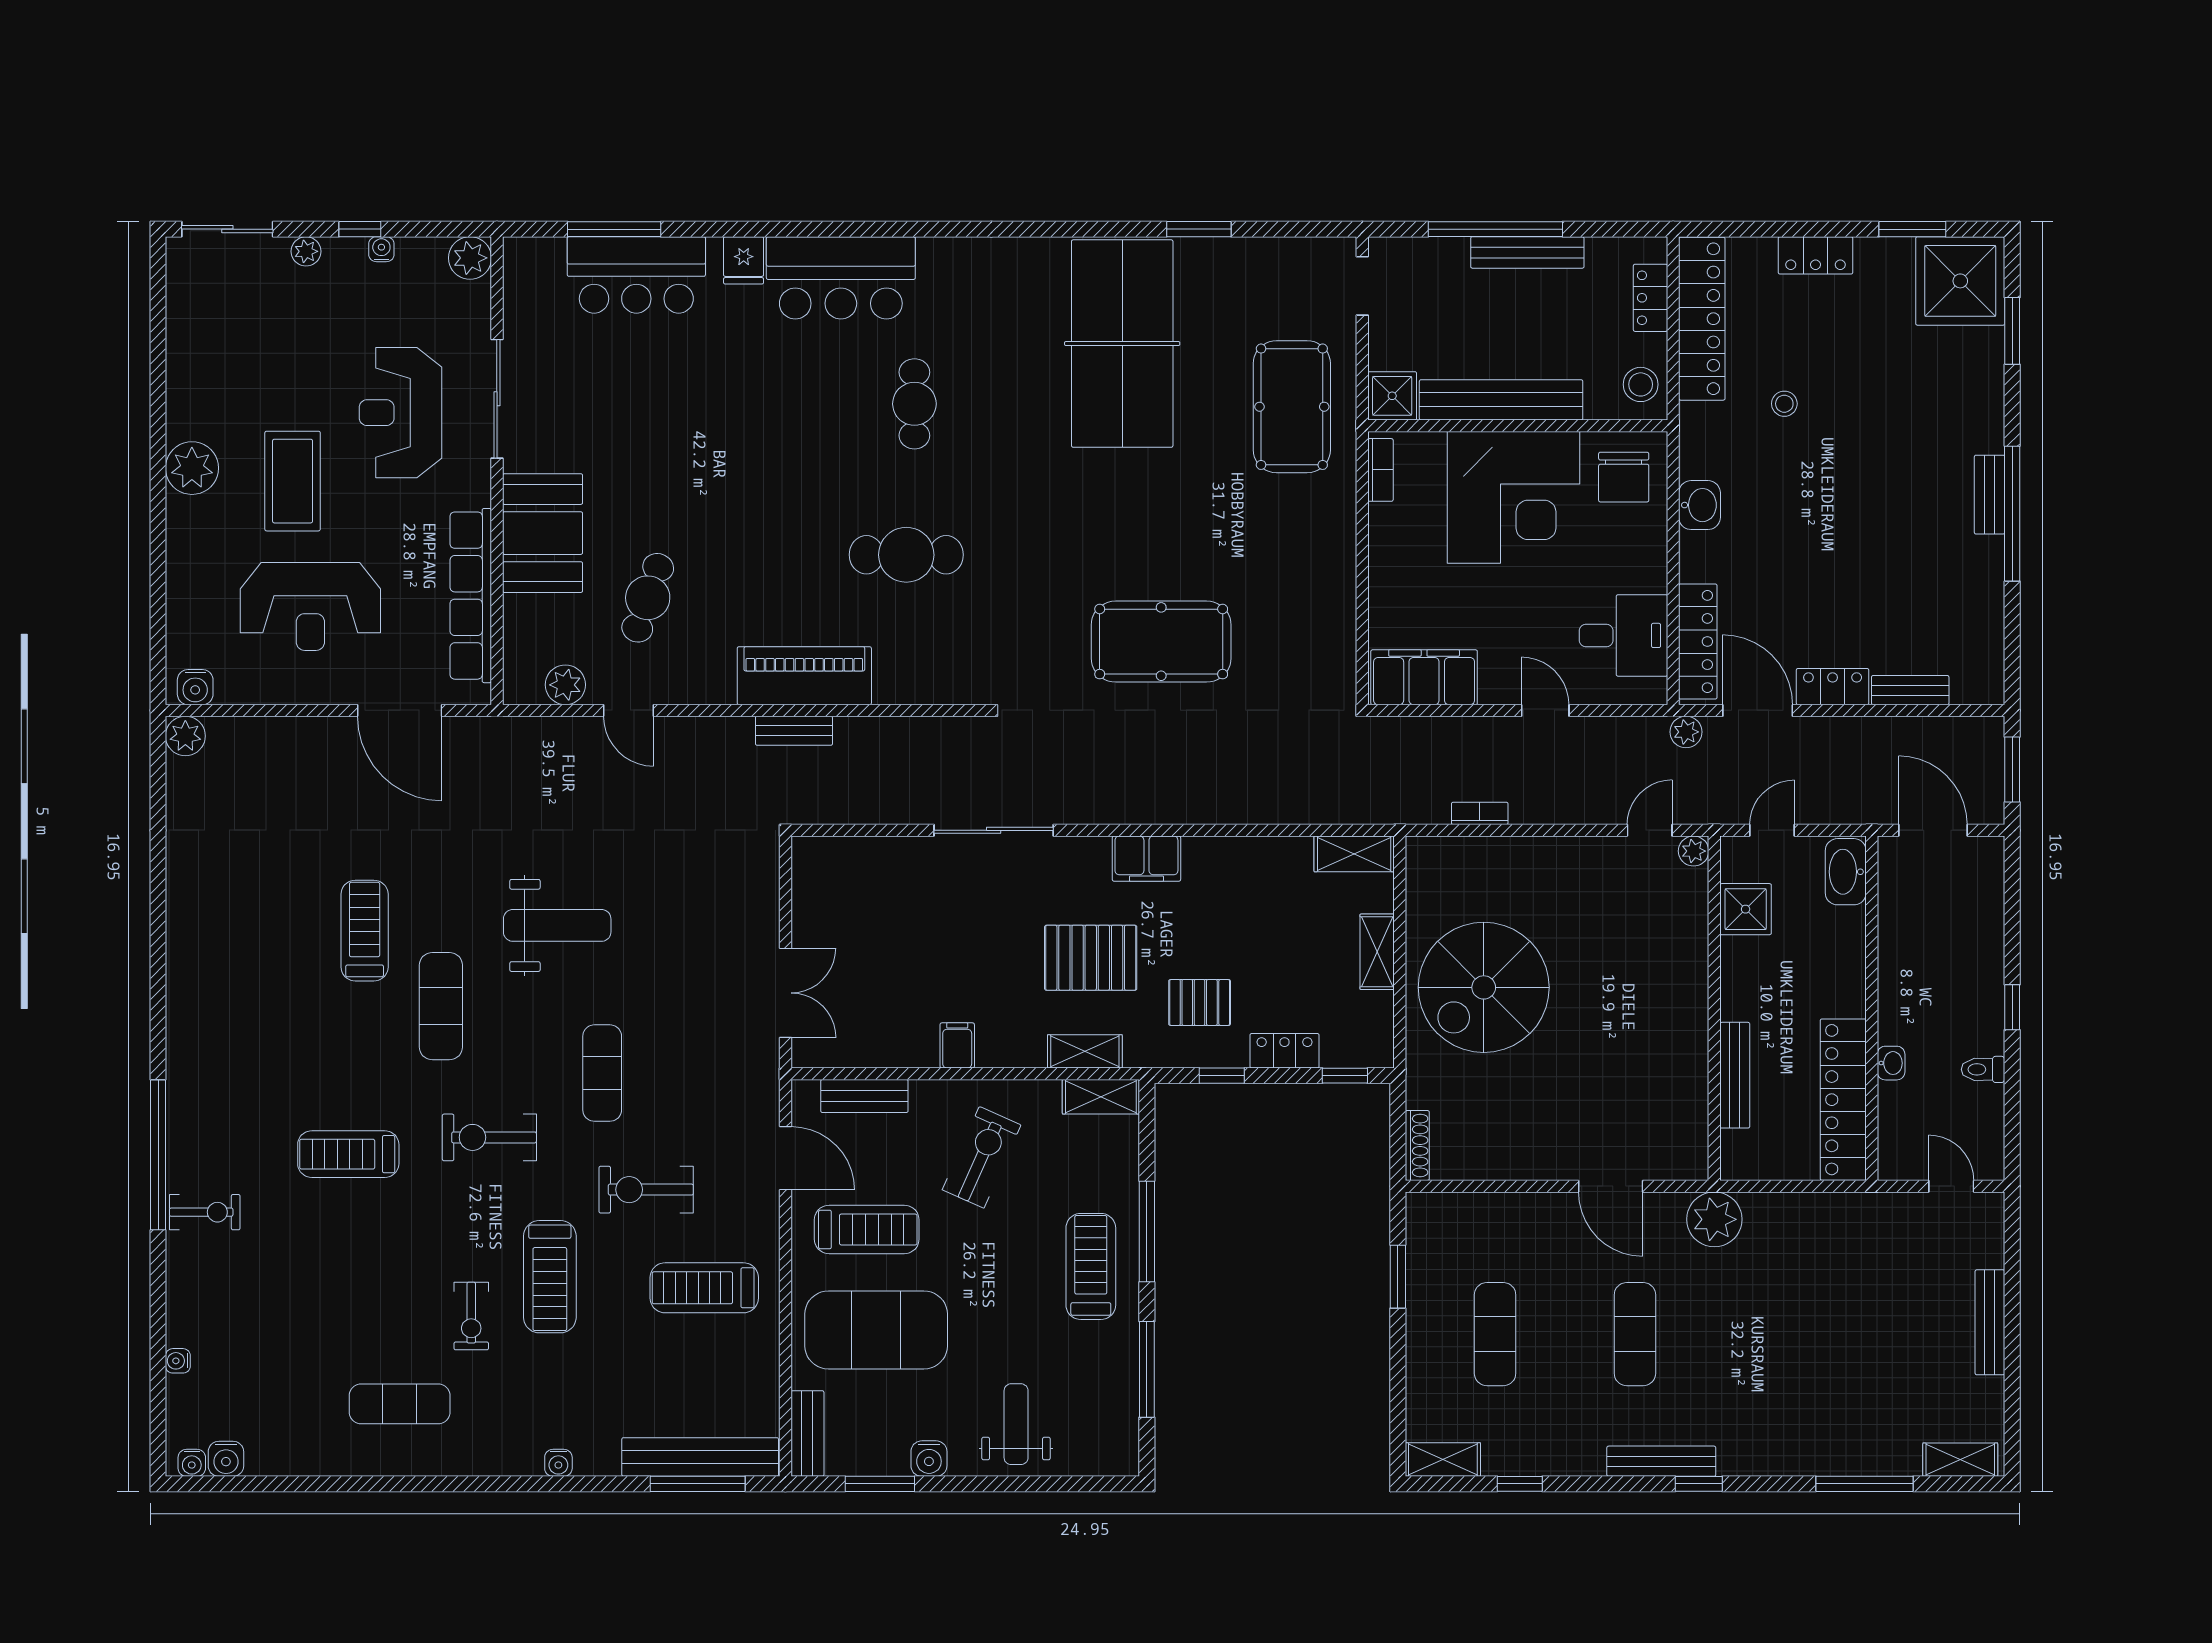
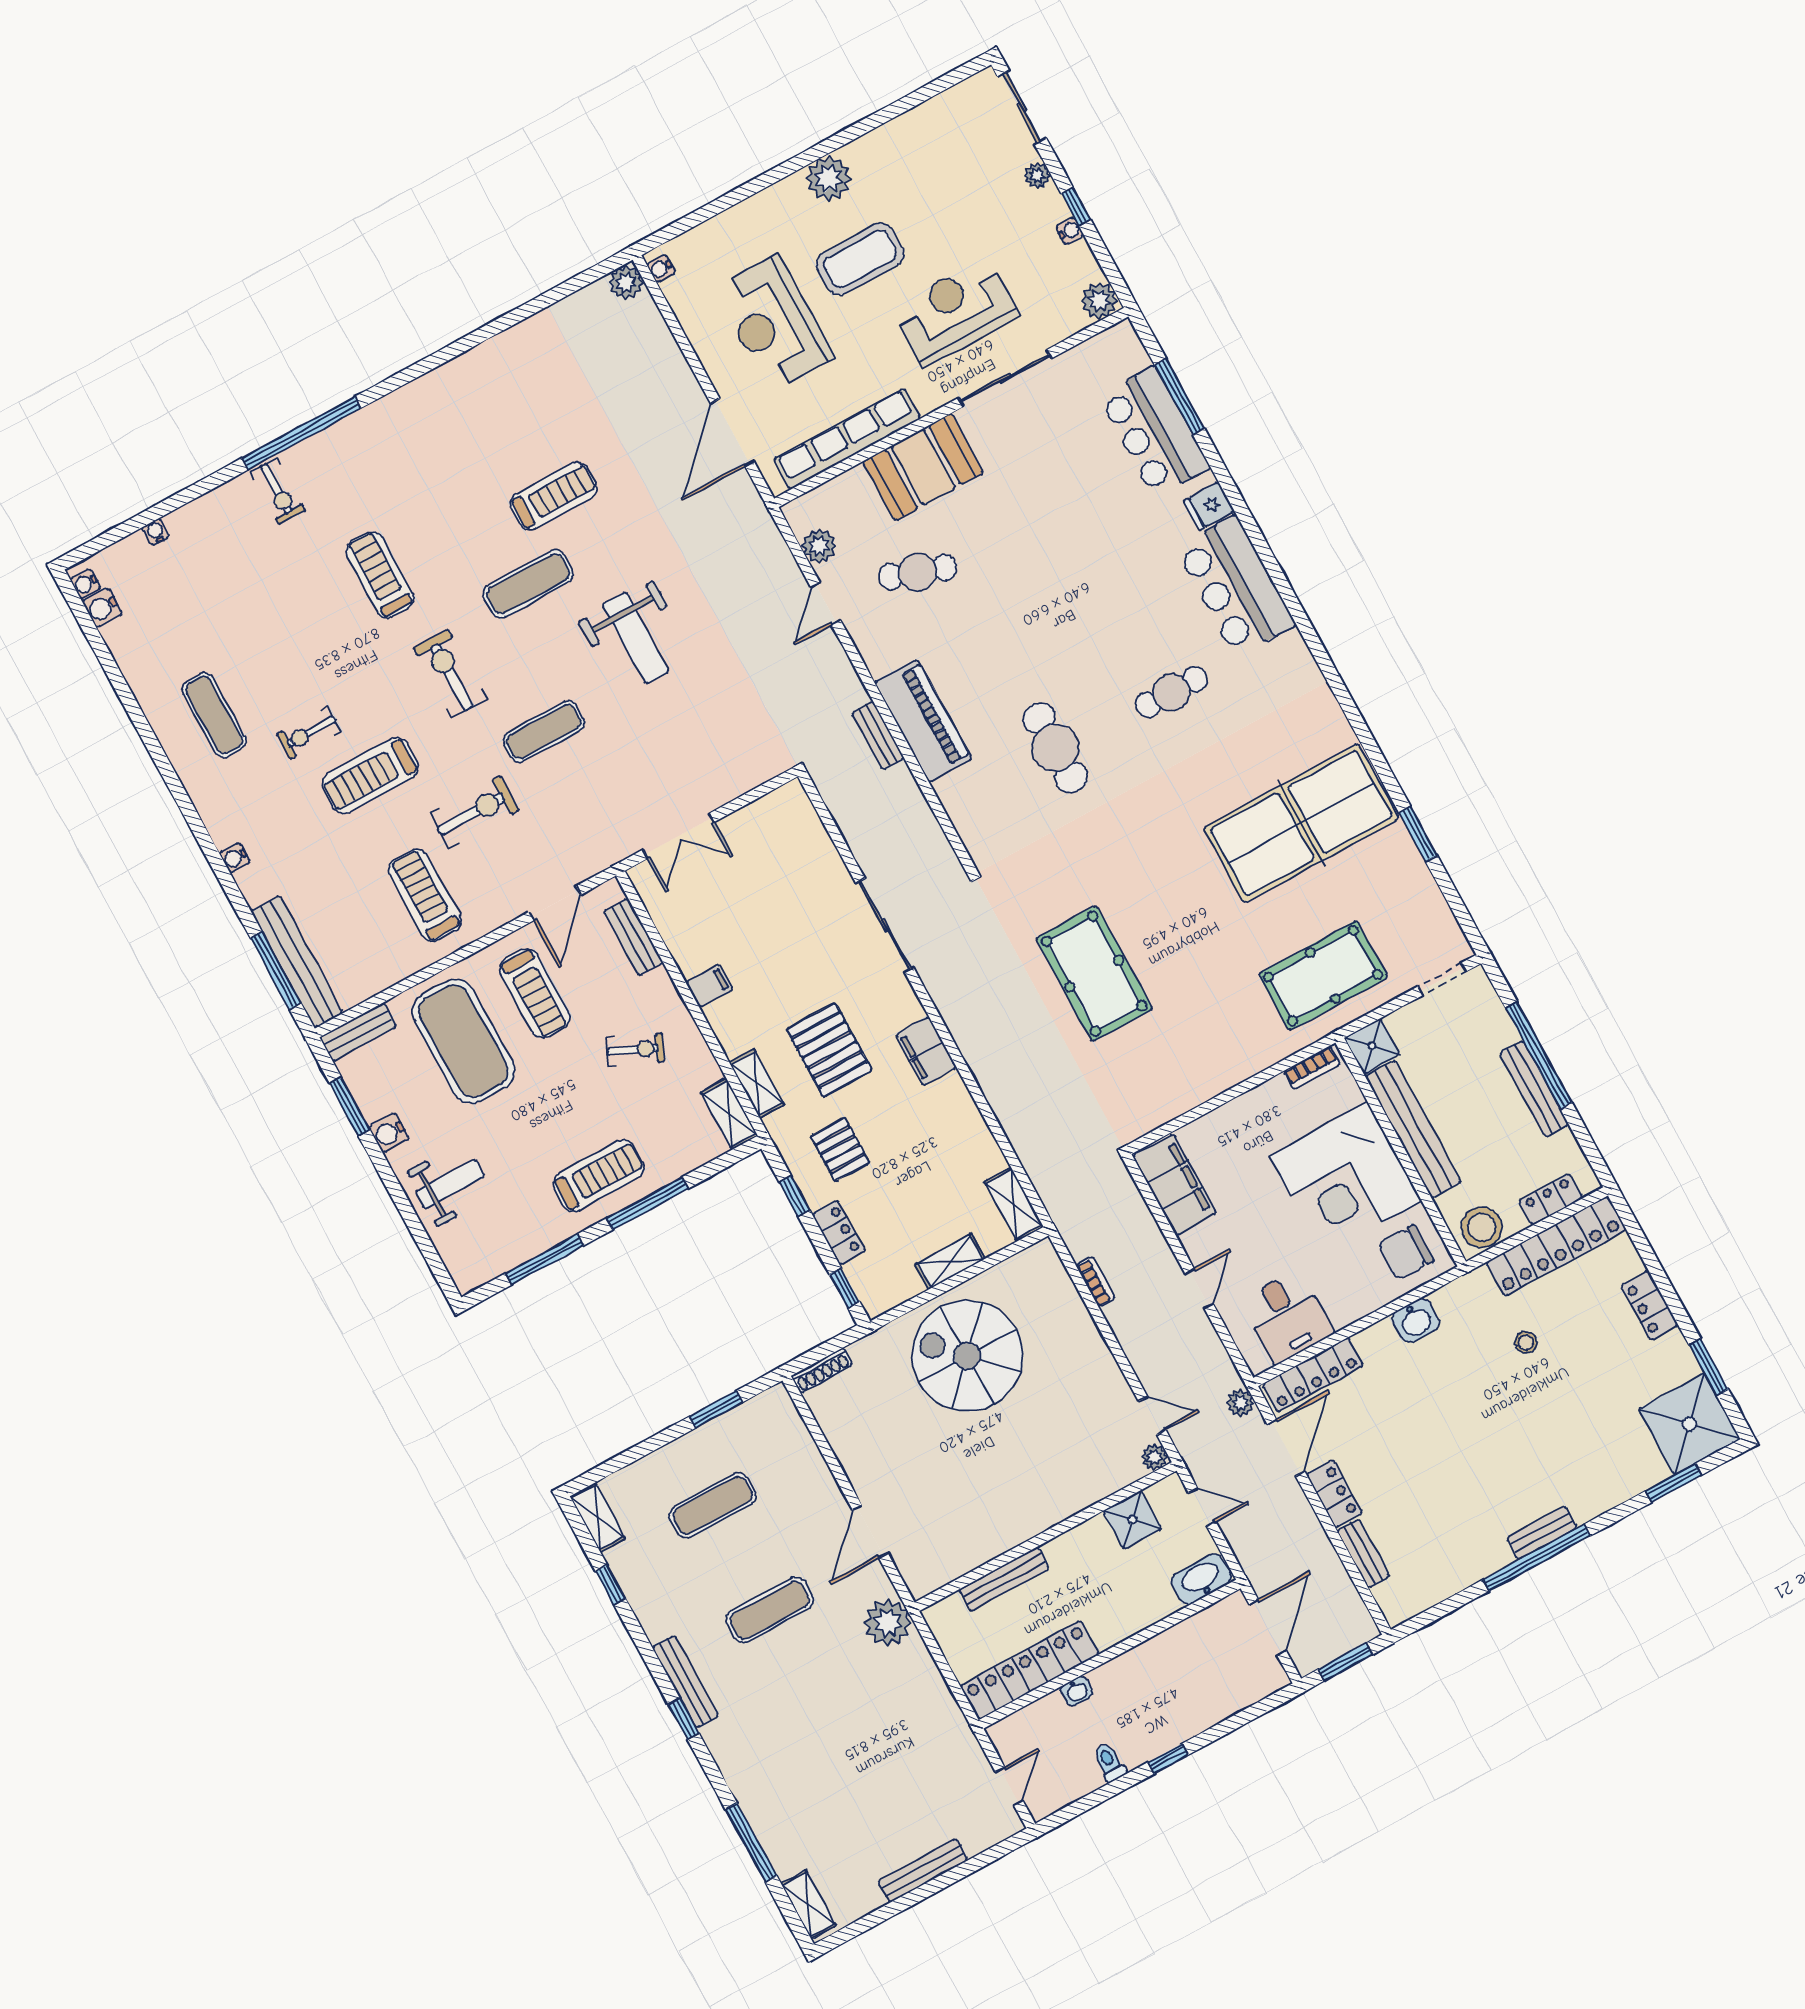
stool: (1641, 384) -> (1482, 1227), width x1.38, depth x1.38
water cooler: (195, 687) -> (661, 268), width x0.72, depth x0.72
exercise bike: (982, 1157) -> (635, 1050), width x0.73, depth x0.72
exercise bike: (646, 1190) -> (475, 812), turned 90

